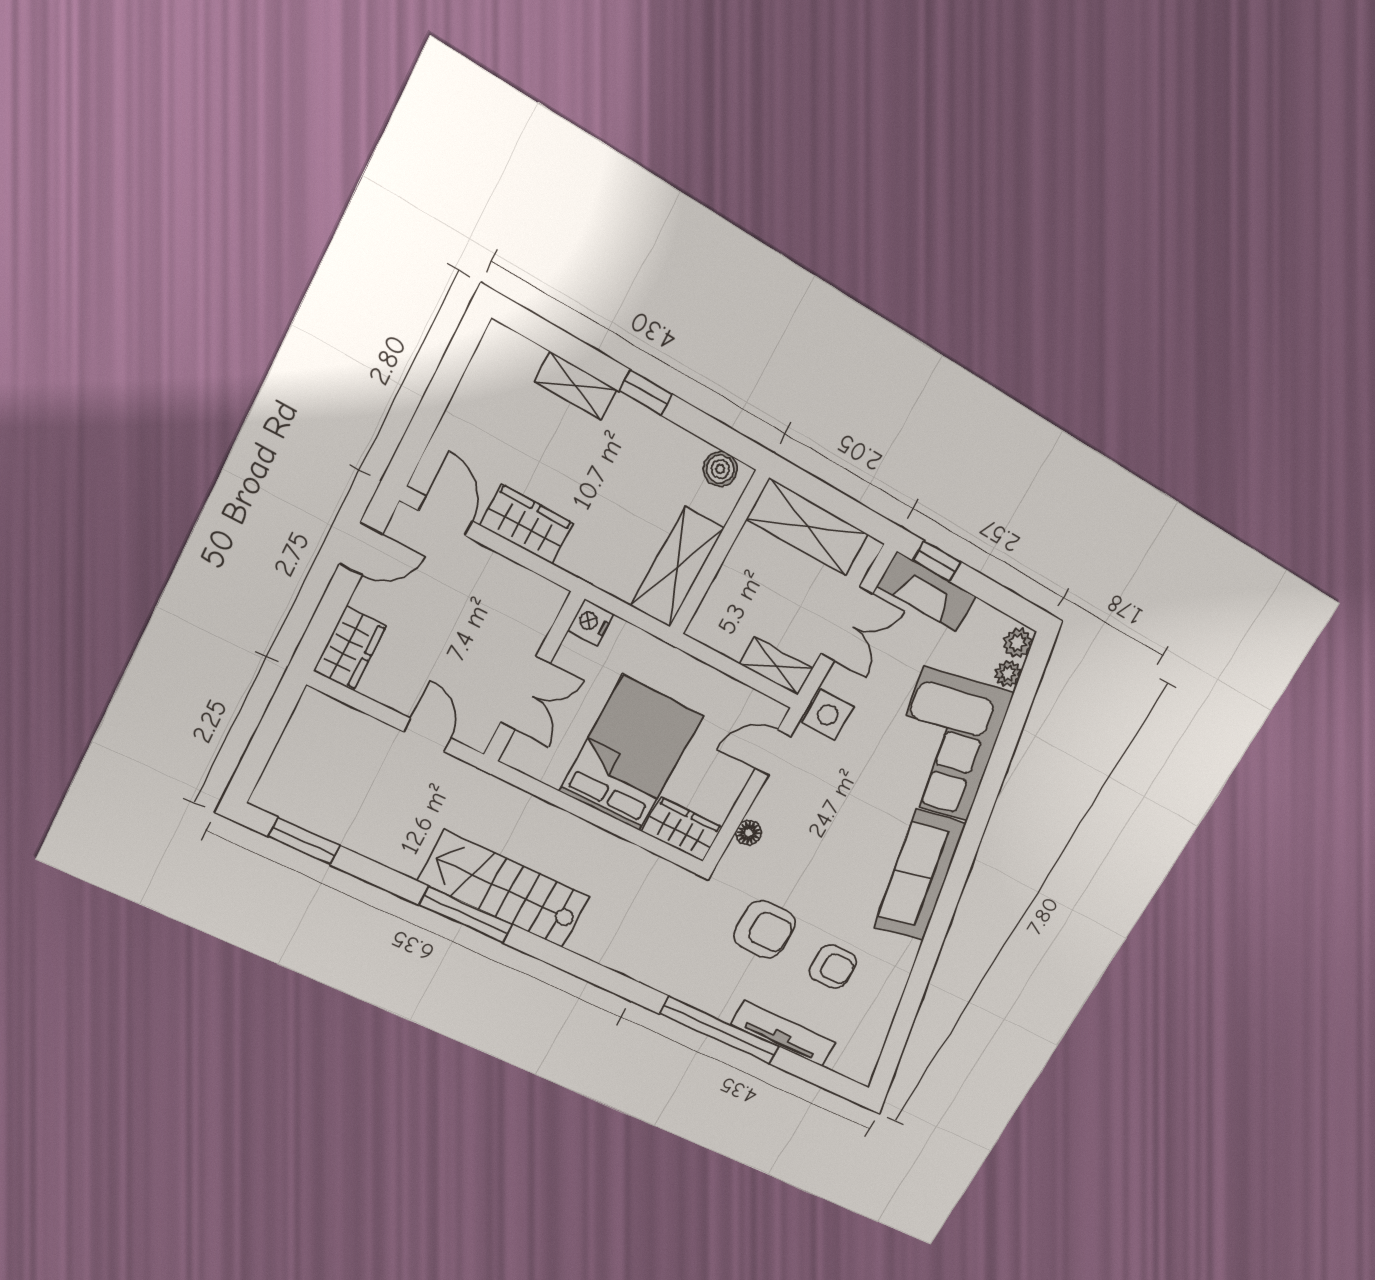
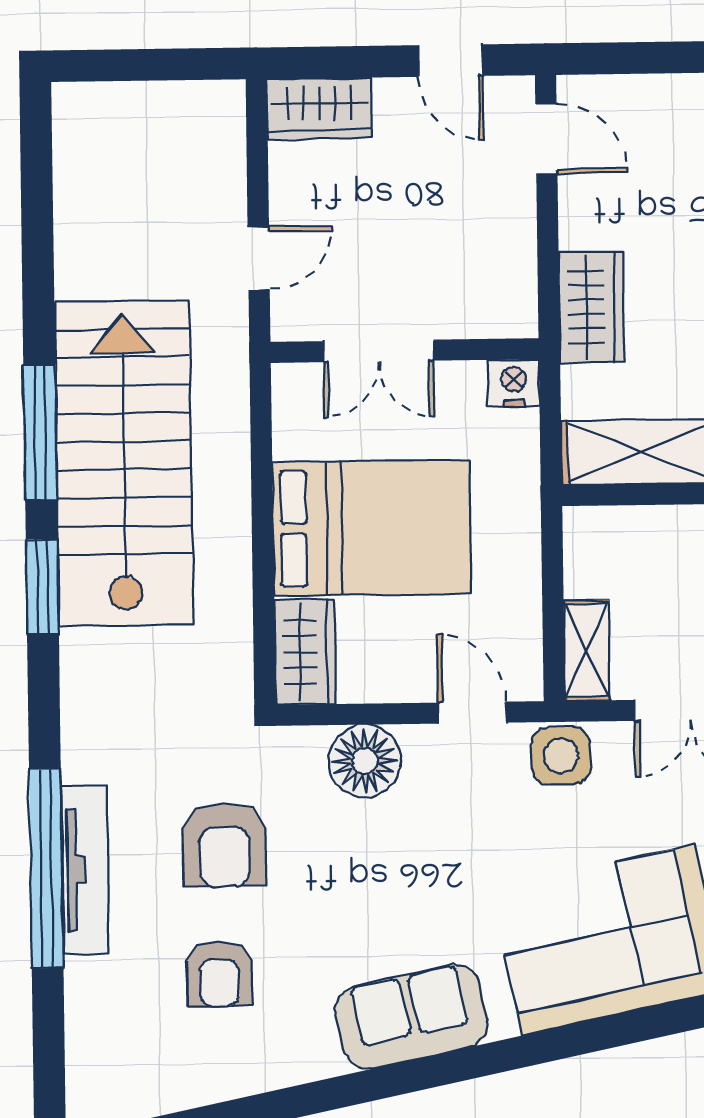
door: (446, 516) -> (546, 139), hinge flipped
wardrobe: (527, 524) -> (592, 307), moved
floor lamp: (749, 833) -> (365, 761), width x1.89, depth x1.89
window: (304, 841) -> (42, 587), moved
sofa: (920, 876) -> (411, 1017), width x0.73
stairs: (504, 889) -> (124, 463), width x1.36, depth x1.51
tv unit: (783, 1034) -> (85, 870), moved

